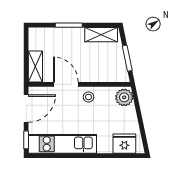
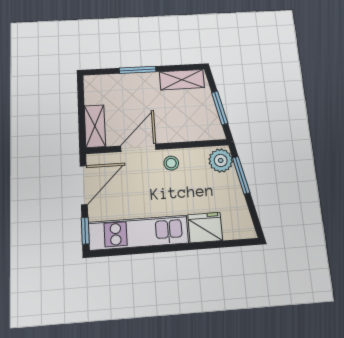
door: (66, 84) -> (138, 148), hinge flipped
window: (138, 109) -> (241, 175), added
fridge: (124, 144) -> (205, 228), moved

